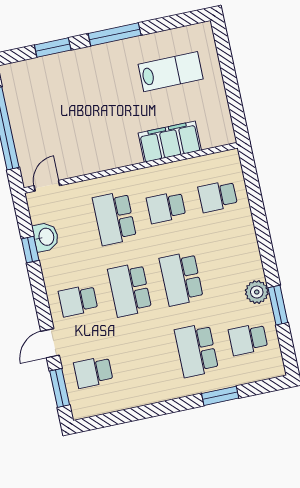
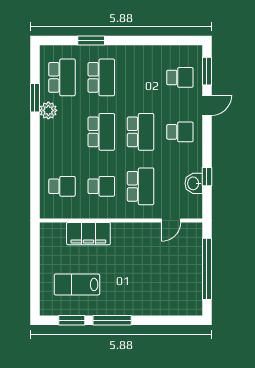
window: (53, 48) -> (72, 320), moved
door: (47, 186) -> (171, 220), moved
school desk: (248, 339) -> (62, 77), width x1.85

